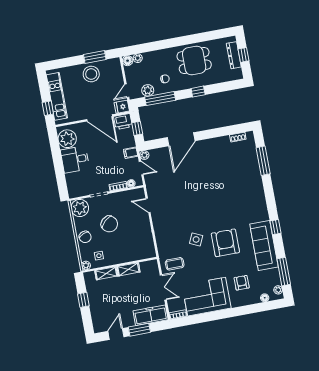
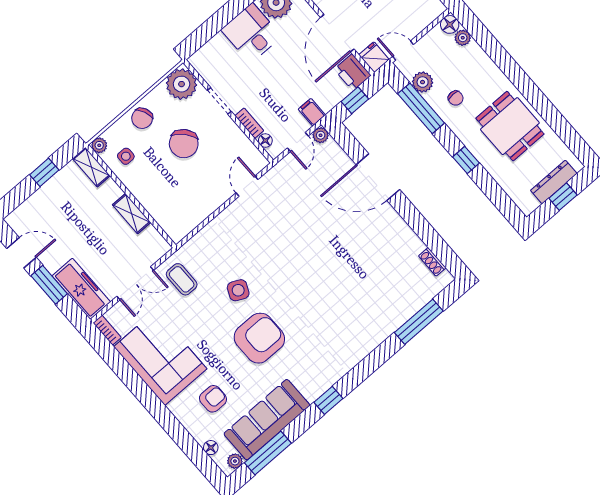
sofa: (264, 245) -> (267, 420), moved
shelving: (106, 273) -> (91, 167), moved

